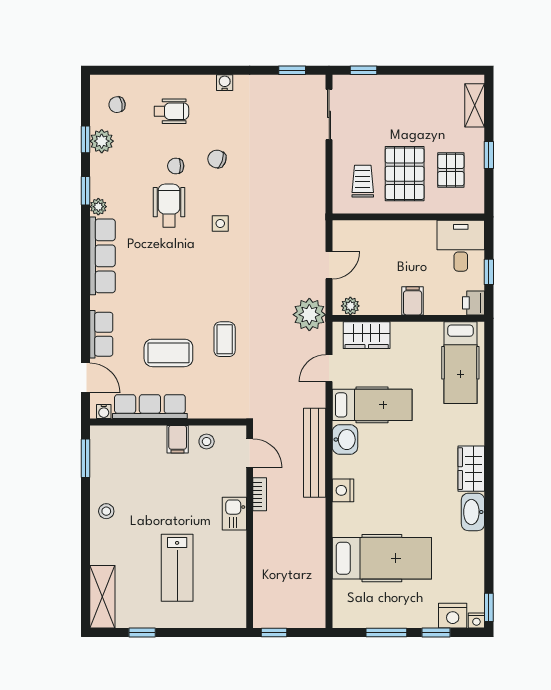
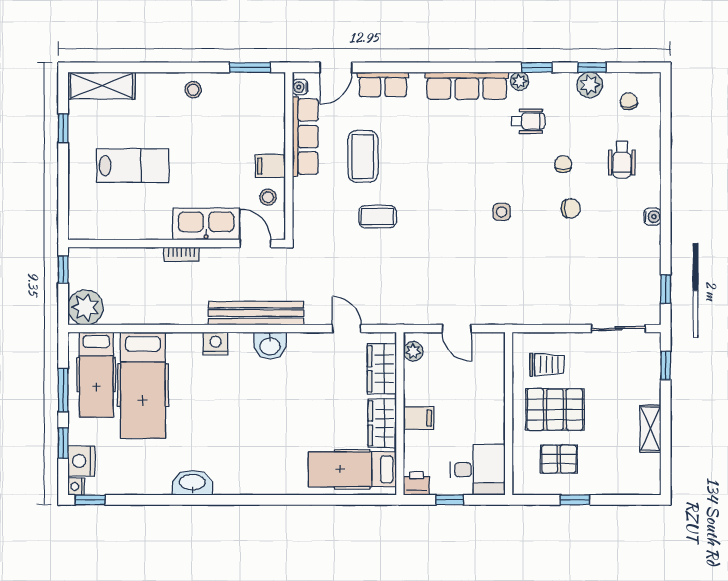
shelving: (475, 105) -> (650, 429), moved, turned 90
chair: (217, 159) -> (571, 208), turned 70
wheelchair: (169, 206) -> (528, 121), moved, width x0.73, depth x0.73
plant: (309, 315) -> (85, 307), moved
hospital bed: (372, 405) -> (96, 375), moved
door: (250, 453) -> (255, 243), swing flipped
wardrobe: (471, 469) -> (382, 423), moved, turned -90
bookcase: (260, 494) -> (181, 254), moved
kitchen sink: (234, 514) -> (206, 224), width x1.88, depth x1.24
lab bench: (177, 568) -> (133, 166), turned 180

